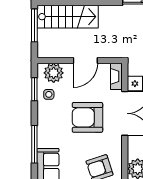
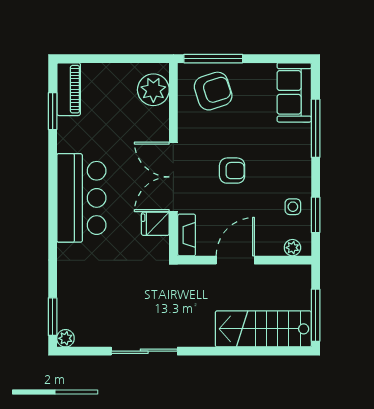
plant: (54, 73) -> (292, 248), width x0.53, depth x0.53
armchair: (87, 117) -> (232, 171), width x0.53, depth x0.53

